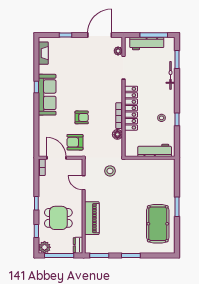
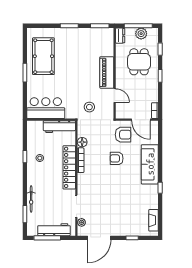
sofa: (47, 95) -> (150, 164), moved
workbench: (155, 150) -> (59, 127), moved
bar counter: (155, 170) -> (46, 108), added
dining table: (58, 218) -> (139, 62), turned 90
piano: (92, 218) -> (107, 72), moved
plant: (45, 247) -> (141, 34), moved

